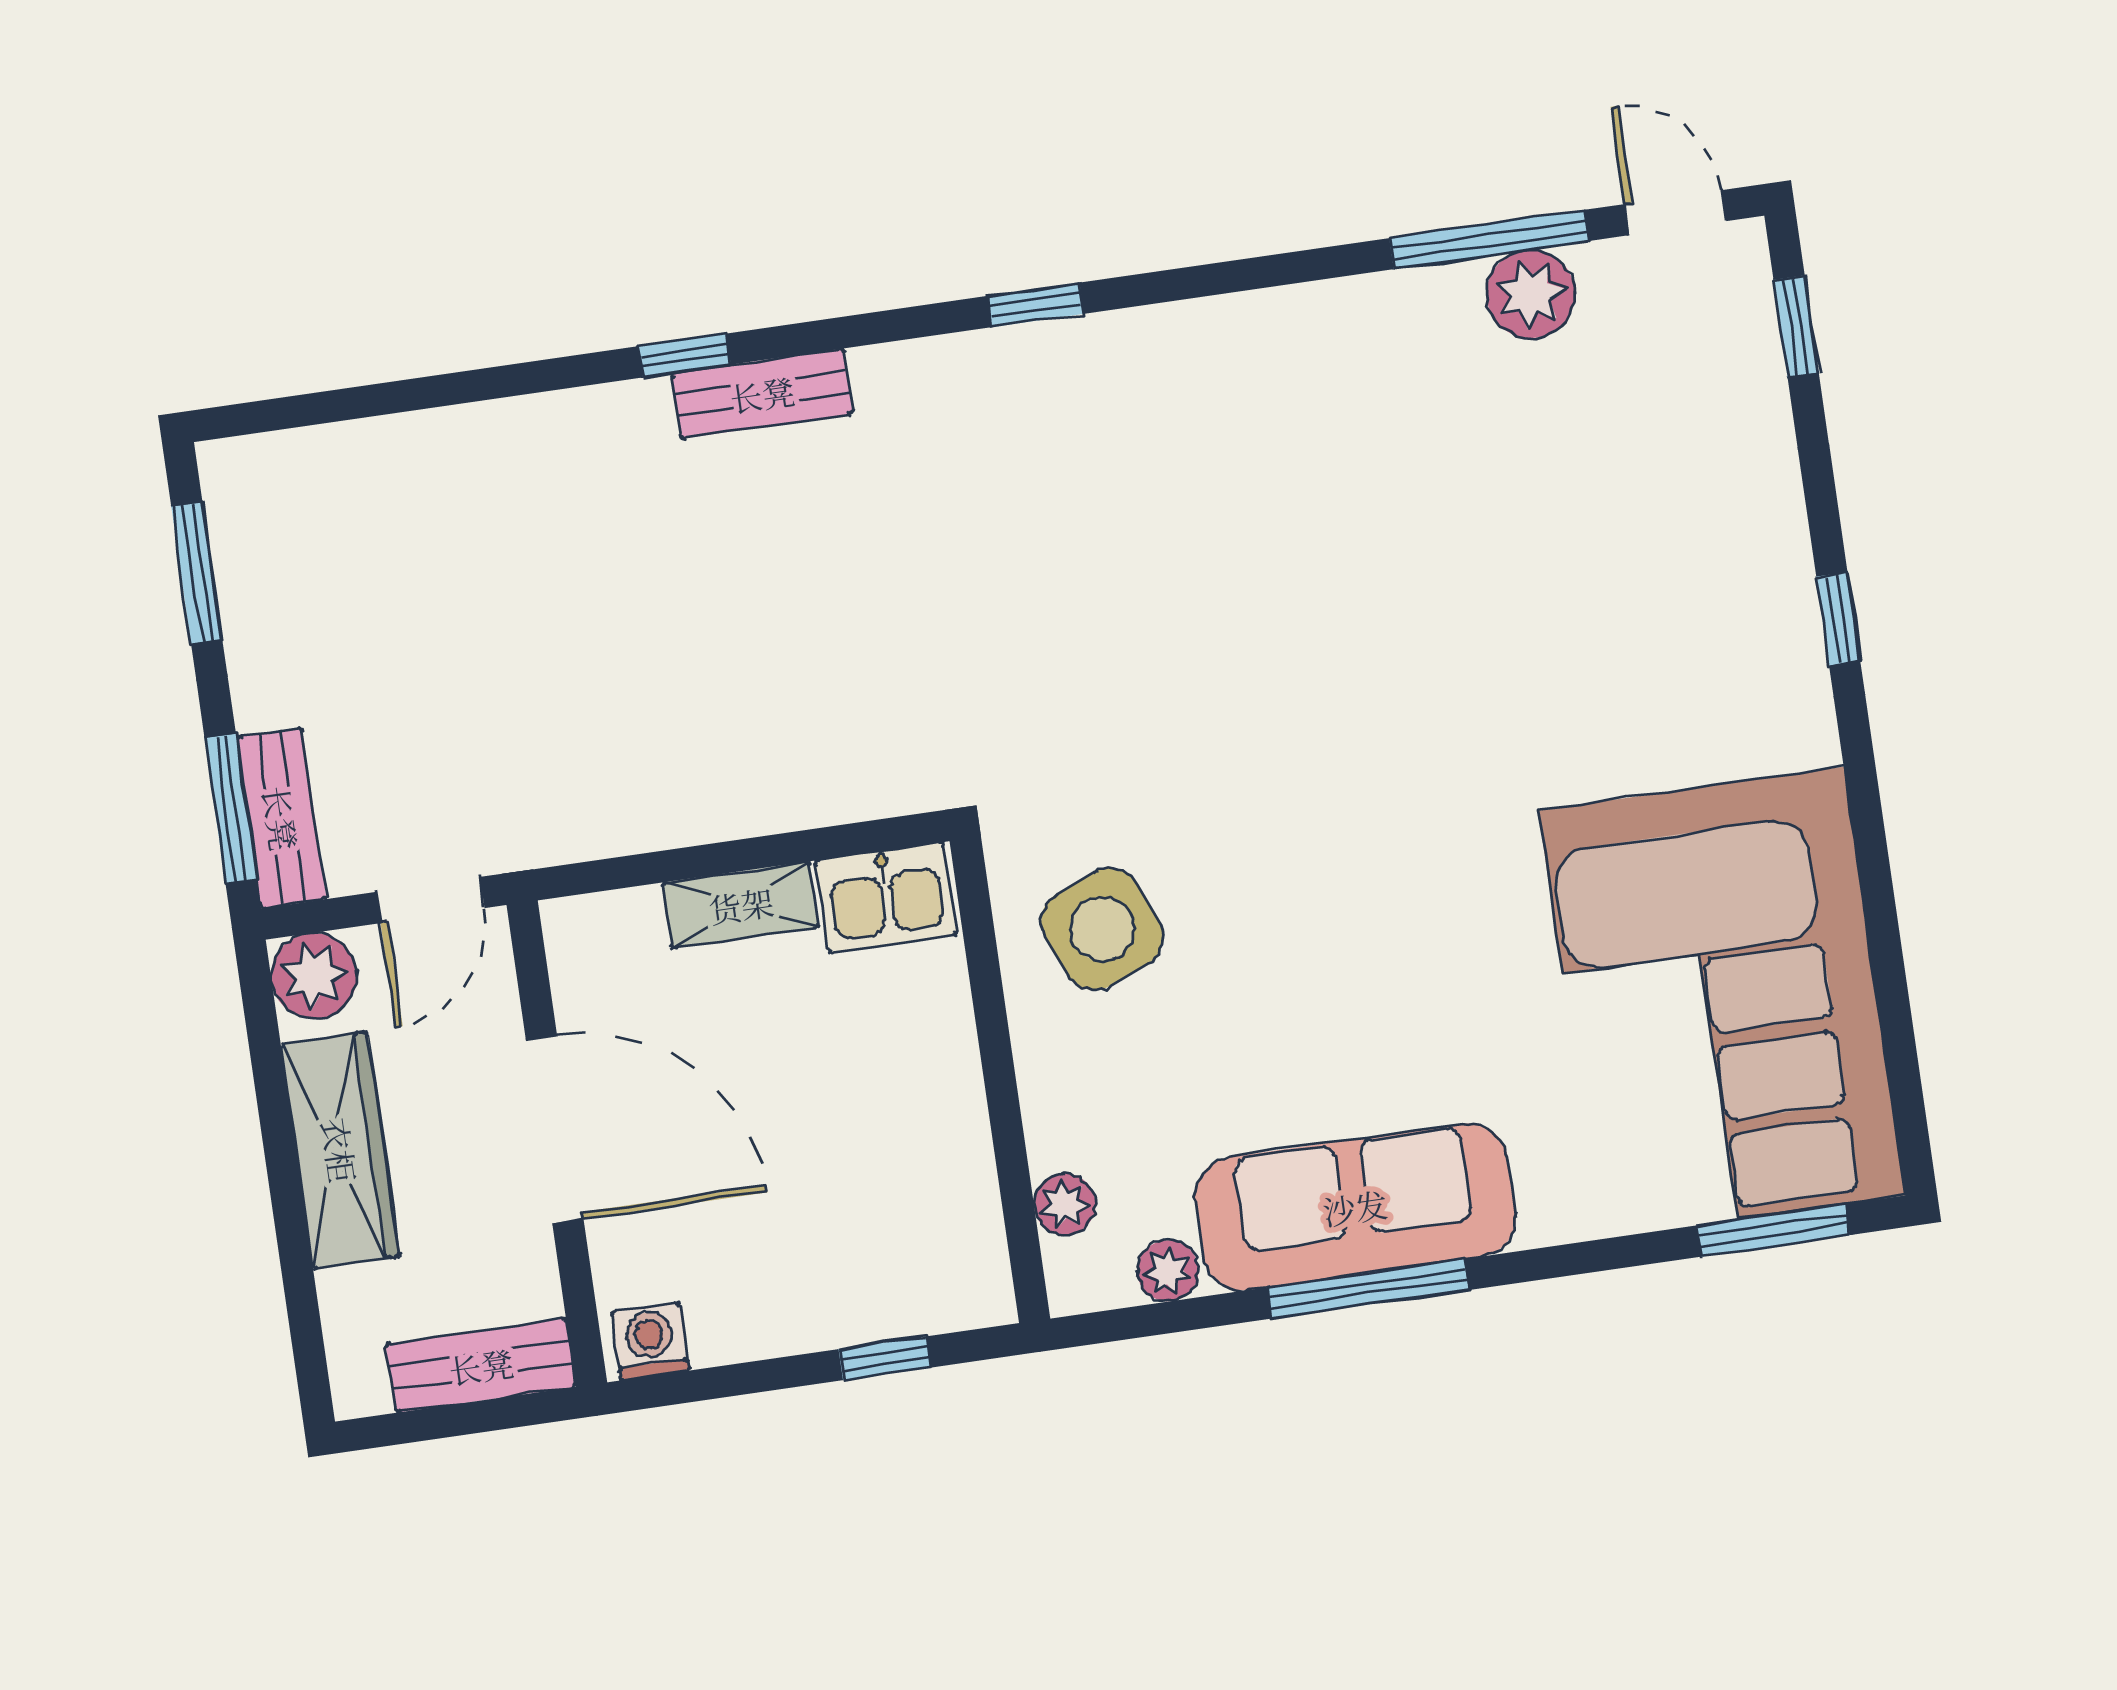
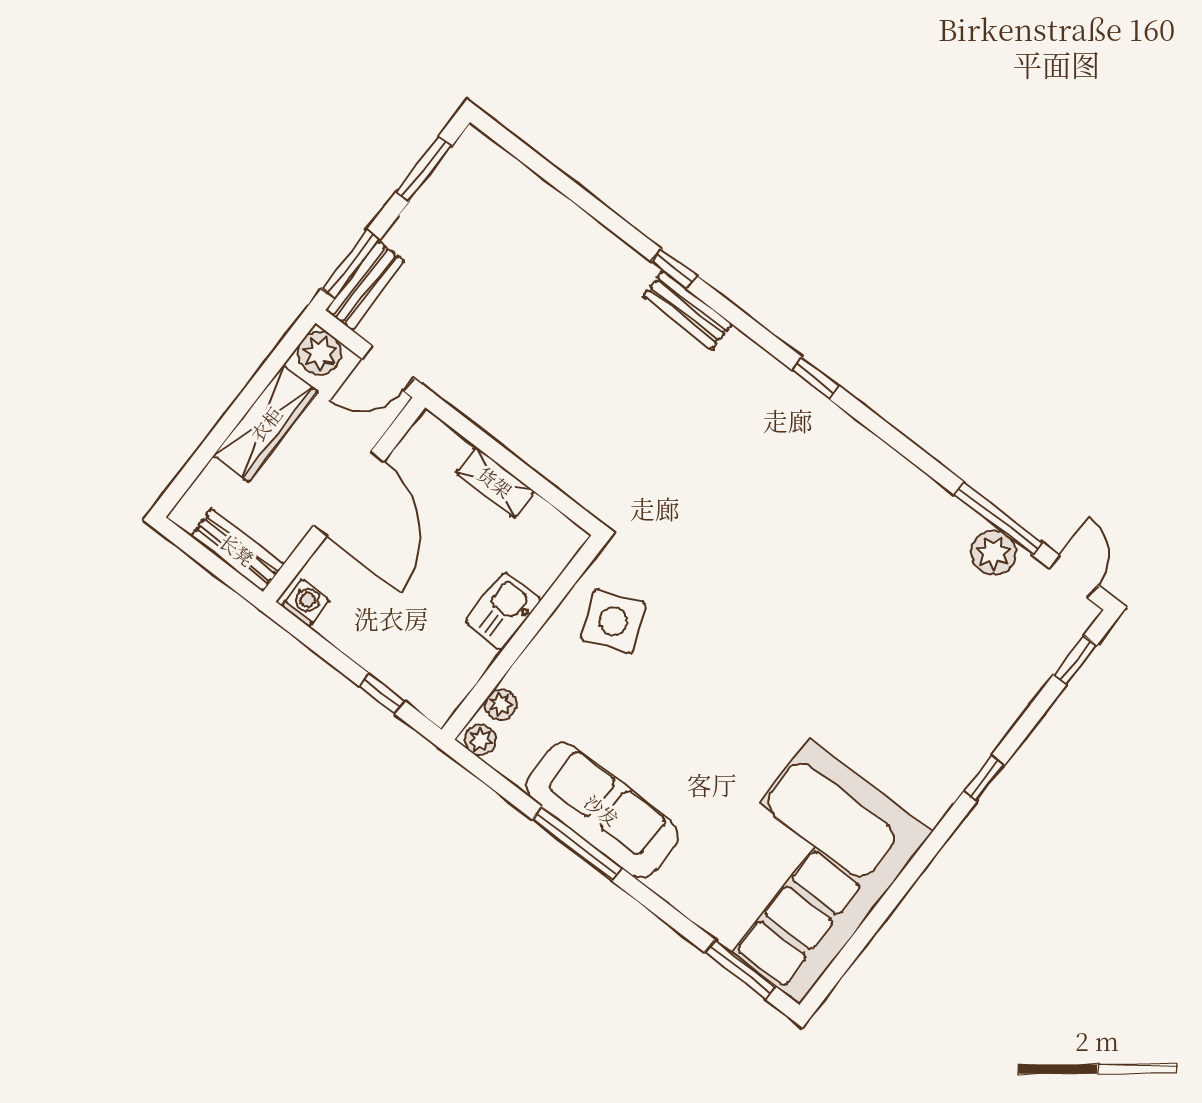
kitchen sink: (886, 897) -> (503, 611), moved, turned 90
plant: (1168, 1271) -> (480, 740), moved

